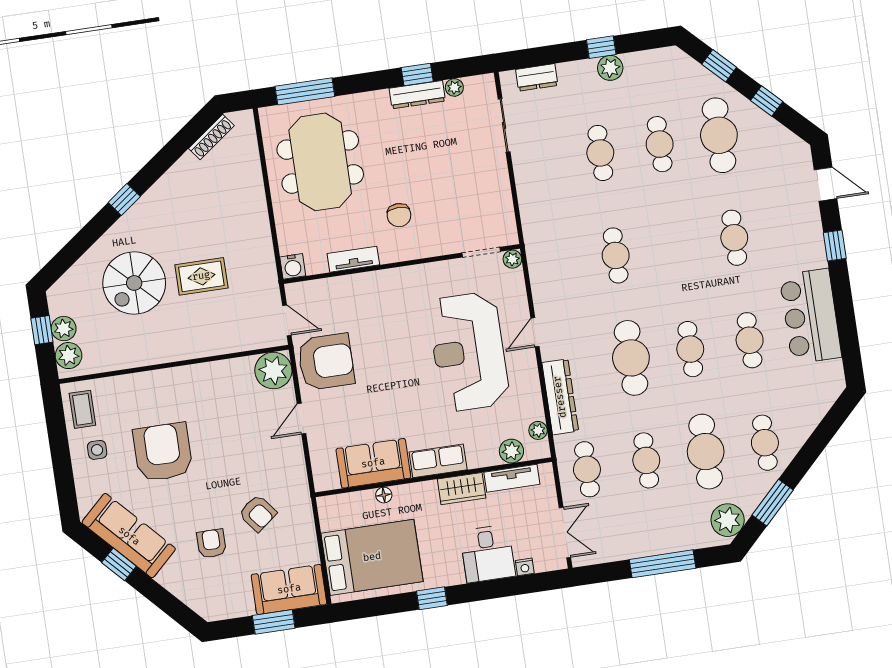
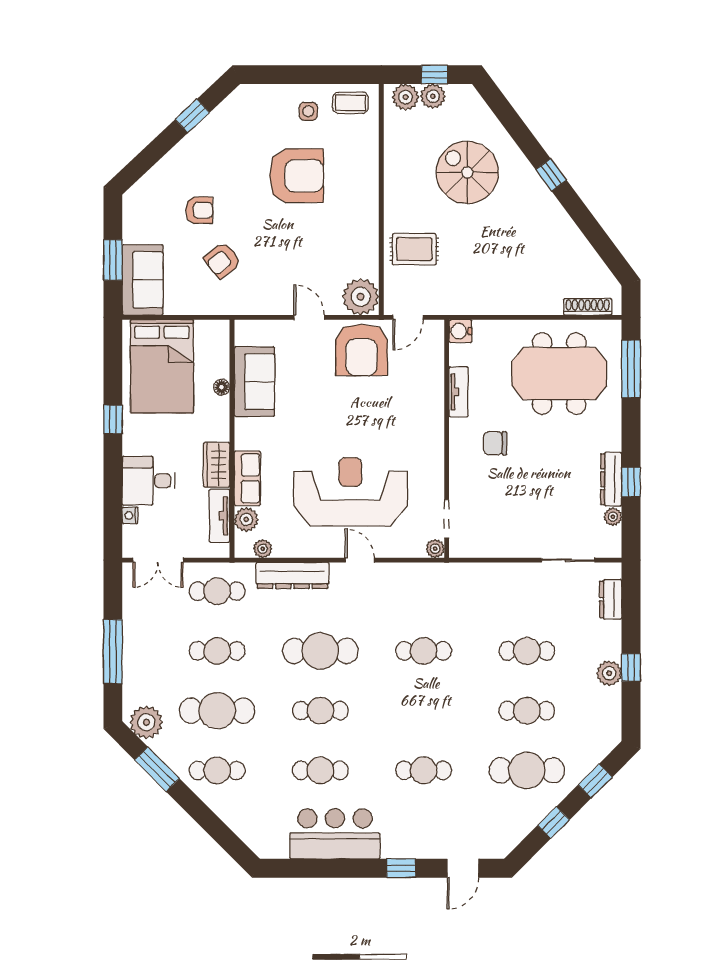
shoe rack: (211, 137) -> (588, 307), moved, turned 127
rug: (201, 276) -> (414, 249), moved, turned 90
row of seats: (438, 461) -> (247, 478), moved
sofa: (129, 536) -> (219, 130), removed

